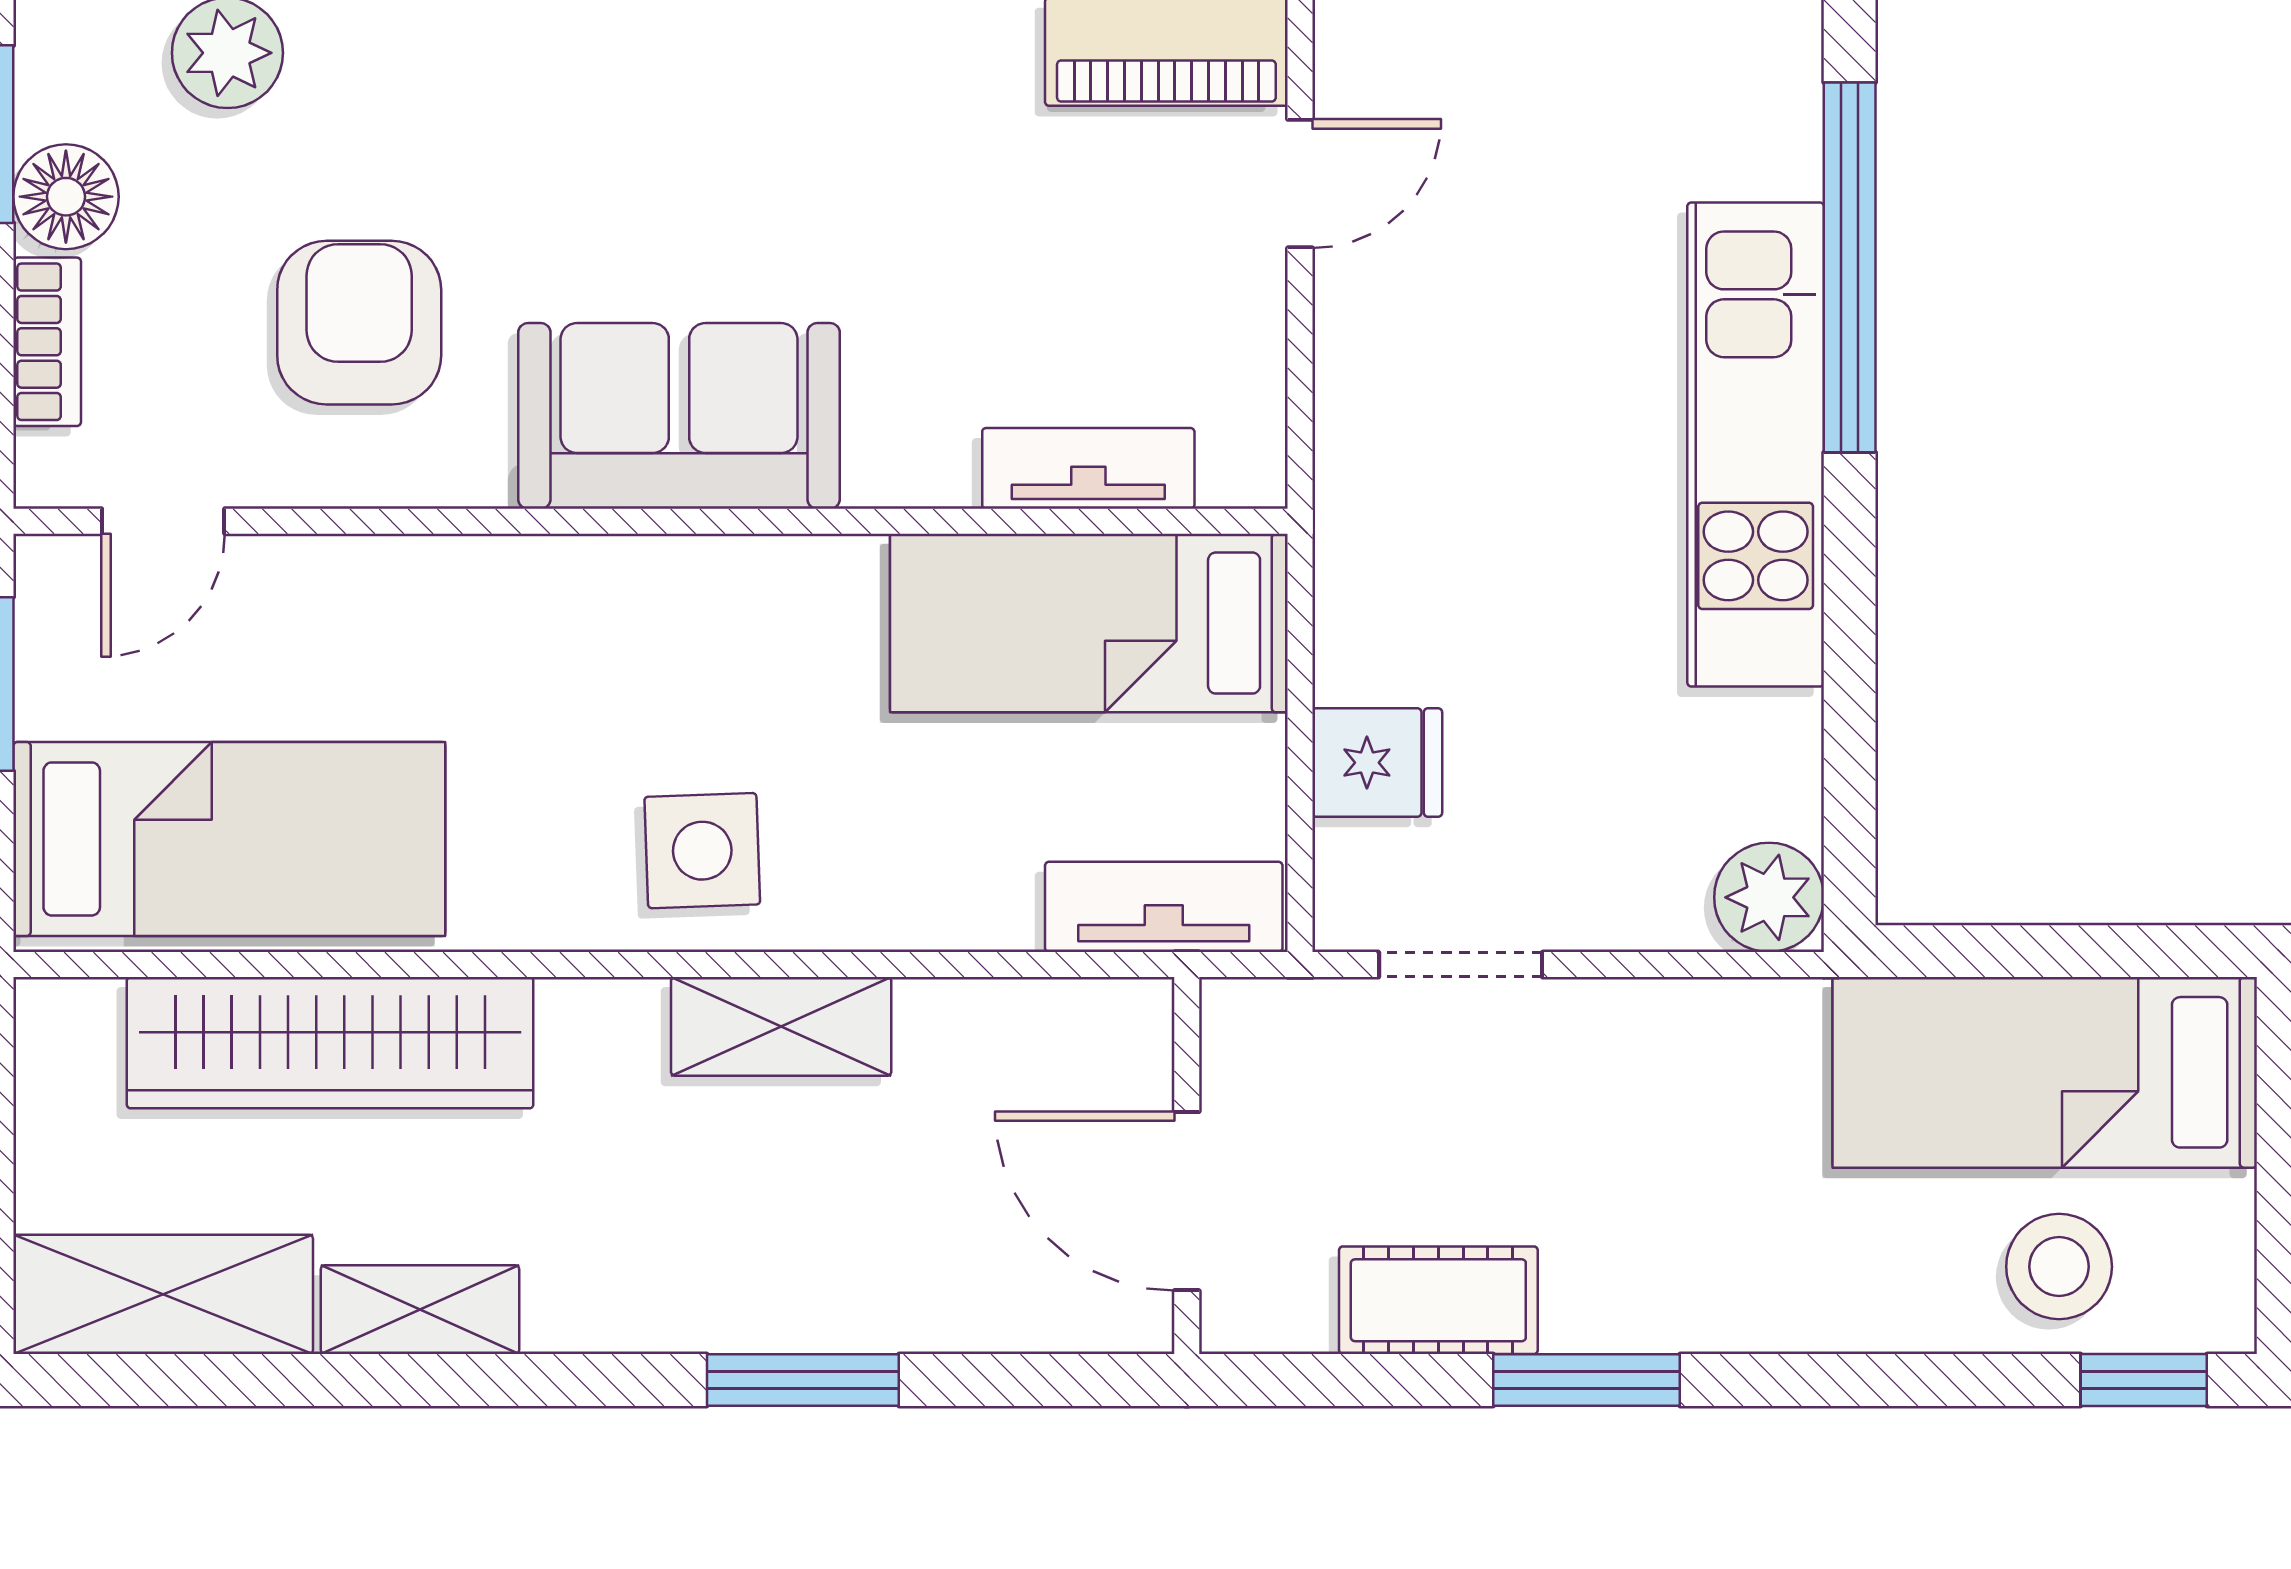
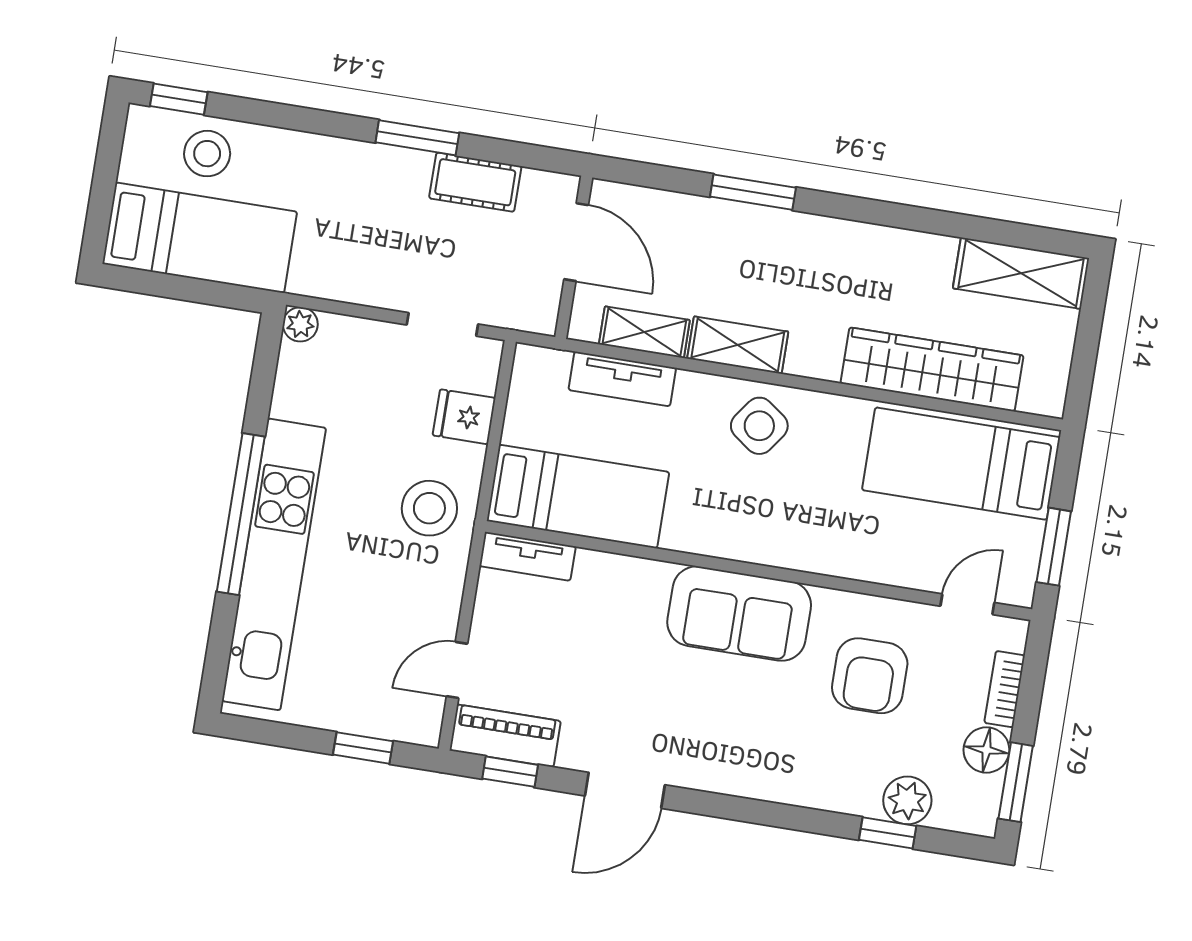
window: (1850, 267) -> (241, 514), moved
kitchen unit: (1756, 444) -> (274, 564), width x1.36
tv unit: (1088, 468) -> (527, 556), moved
stool: (1423, 542) -> (429, 508), added
side table: (702, 851) -> (759, 426), turned 38
plant: (1769, 897) -> (300, 324), width x0.73, depth x0.73
tv unit: (1164, 907) -> (622, 379), moved
shelving: (420, 1310) -> (644, 332), moved

